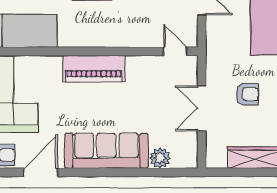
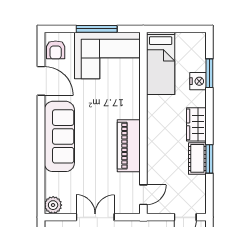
piano: (94, 69) -> (129, 146), moved
plant: (160, 158) -> (53, 205), moved

